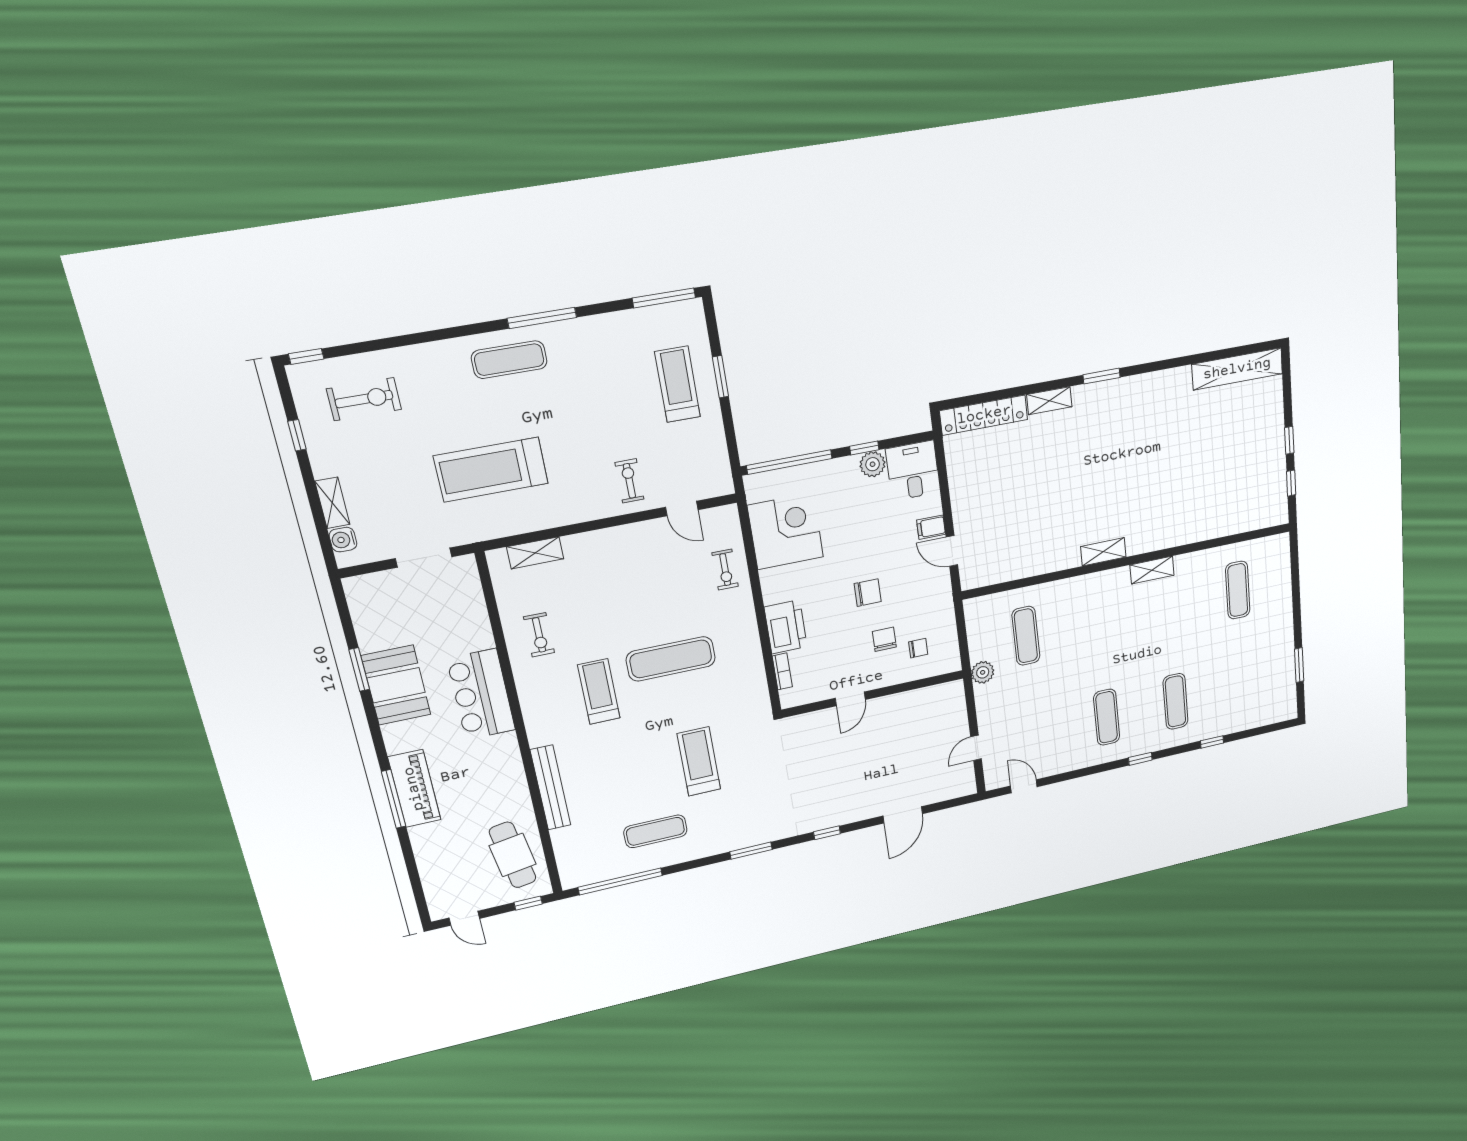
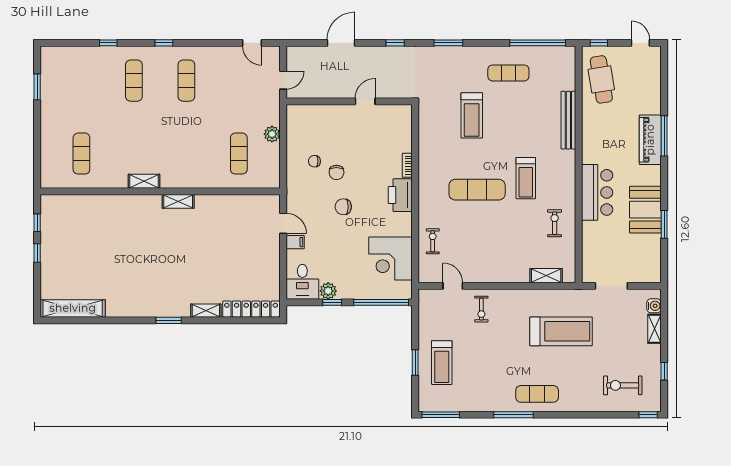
wall: (873, 694) -> (349, 101), moved
door: (850, 699) -> (365, 101), moved

